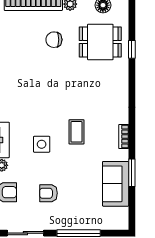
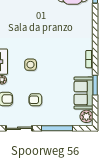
coffee table: (77, 132) -> (56, 56), removed
plant: (120, 216) -> (86, 116), added

